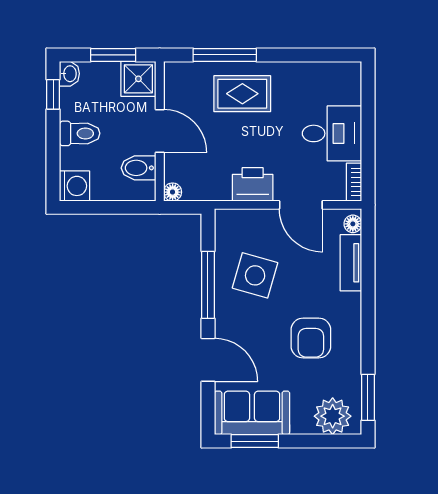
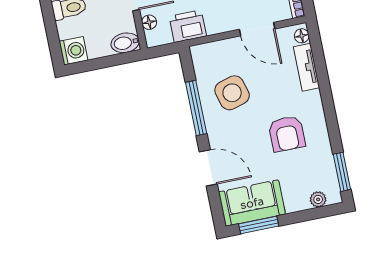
bidet: (139, 168) -> (125, 43), moved
printer: (253, 184) -> (188, 26), moved
floor lamp: (173, 192) -> (149, 22), moved
side table: (255, 275) -> (232, 93), turned -32
plant: (333, 416) -> (318, 199), width x0.53, depth x0.53

